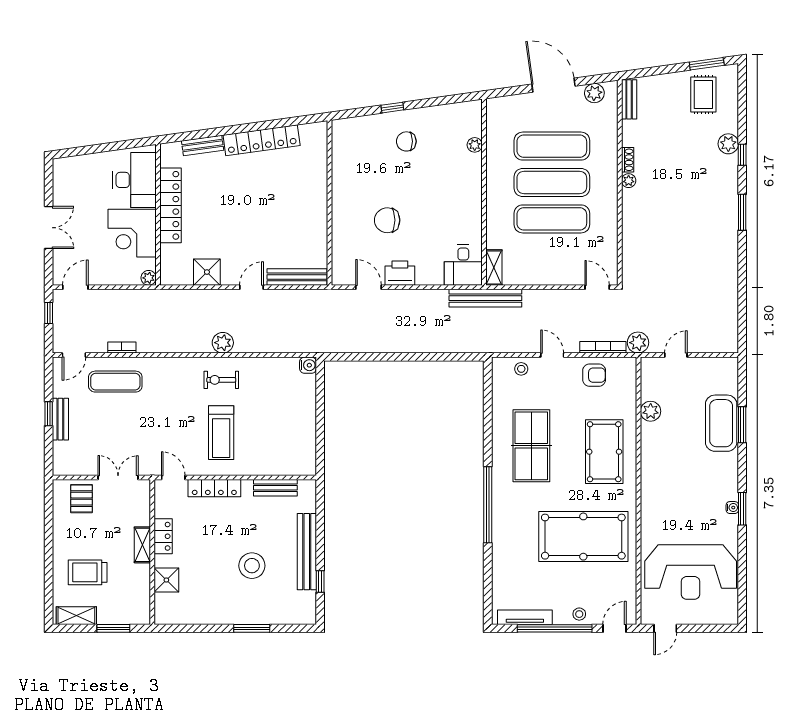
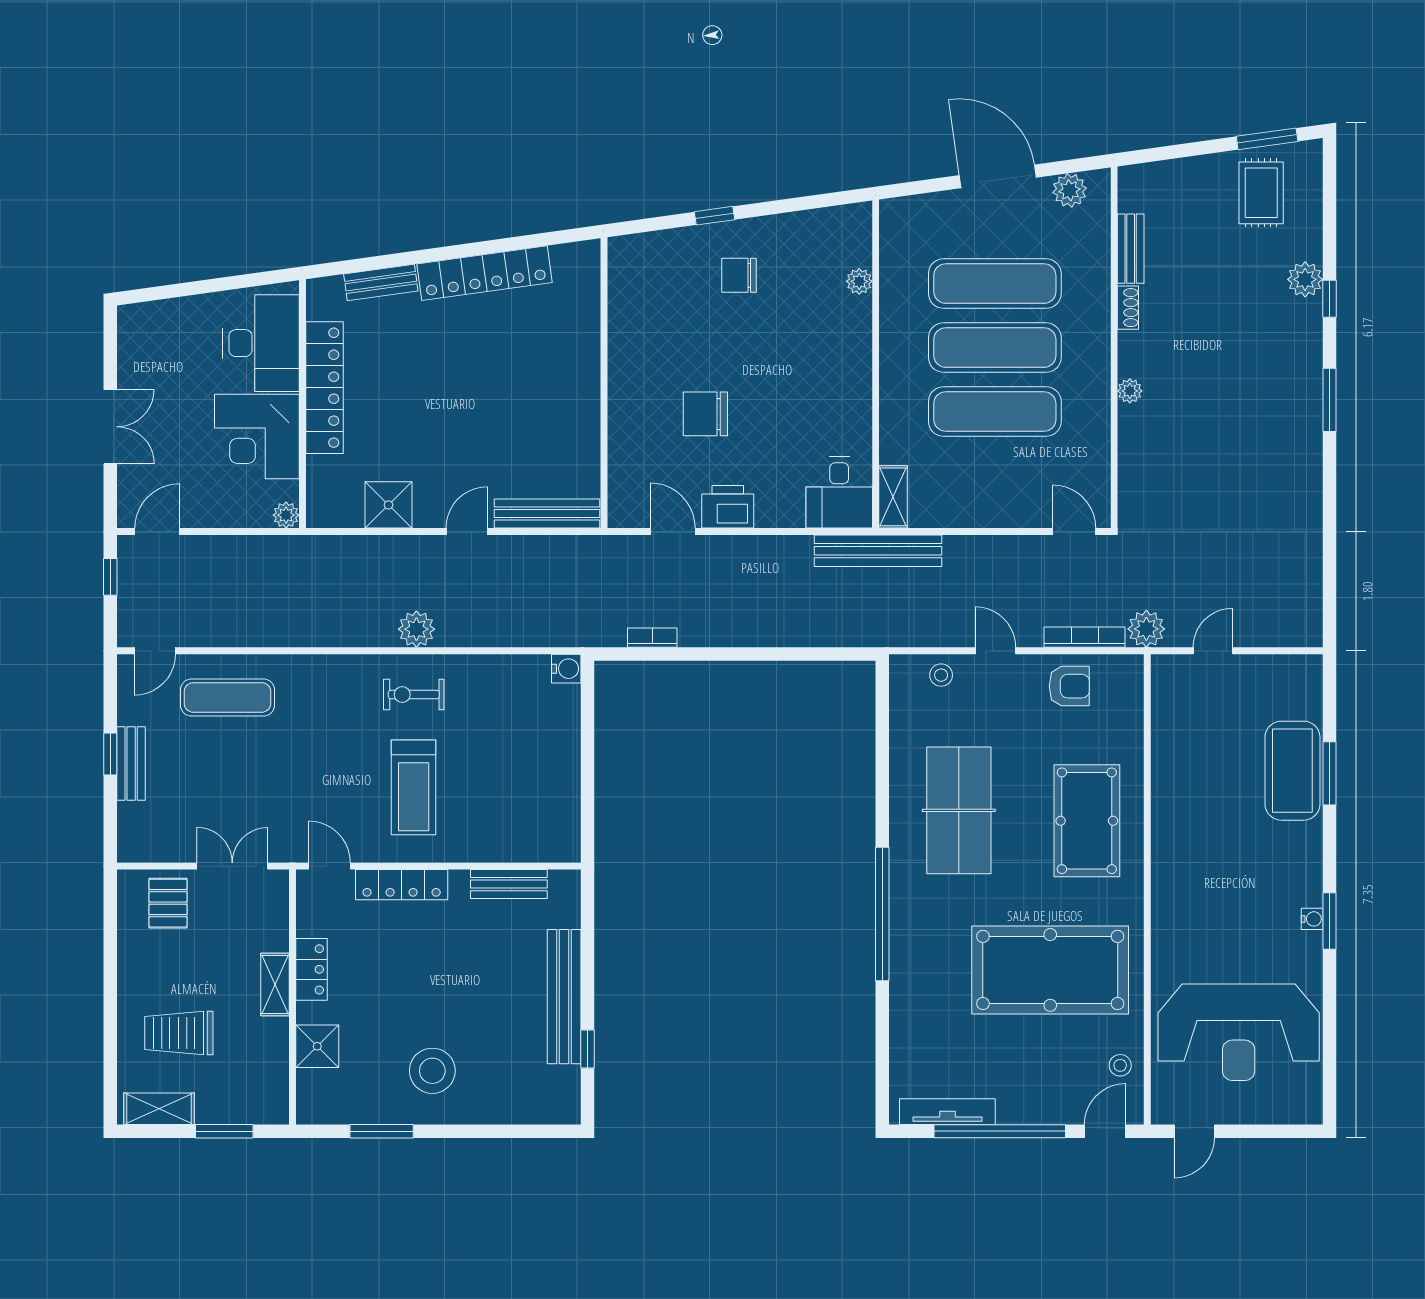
bench: (629, 99) -> (1131, 249), moved
plant: (629, 181) -> (1130, 391), moved
bookcase: (122, 348) -> (652, 638), moved
plant: (651, 411) -> (1168, 750), removed
stool: (252, 566) -> (432, 1071), moved
stool: (579, 614) -> (1120, 1065), moved
window: (252, 628) -> (382, 1131), moved

